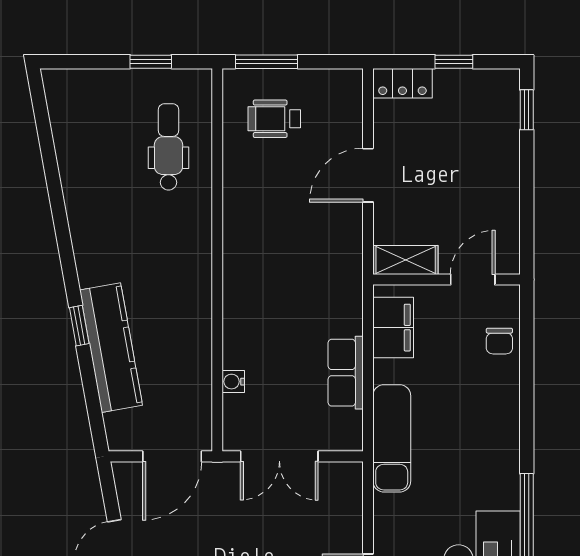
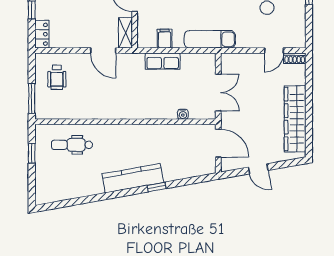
wheelchair: (274, 119) -> (57, 77), moved
door: (368, 175) -> (103, 51), moved
filing cabinet: (393, 328) -> (165, 39), width x0.50
kitchen counter: (111, 348) -> (133, 178), moved
row of seats: (346, 373) -> (163, 61), moved

